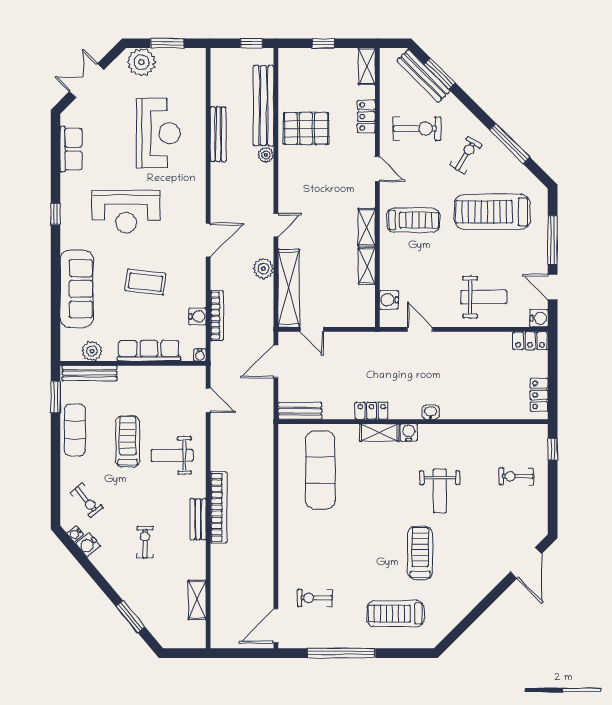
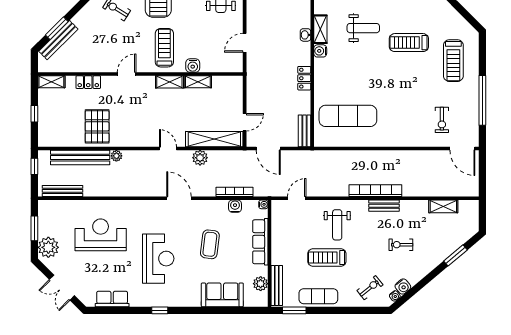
exercise bike: (417, 129) -> (97, 45), removed
bench: (218, 134) -> (62, 191), moved
sofa: (77, 289) -> (222, 295), width x0.73
water cooler: (389, 300) -> (193, 66), moved
shelving: (379, 433) -> (320, 29), moved

